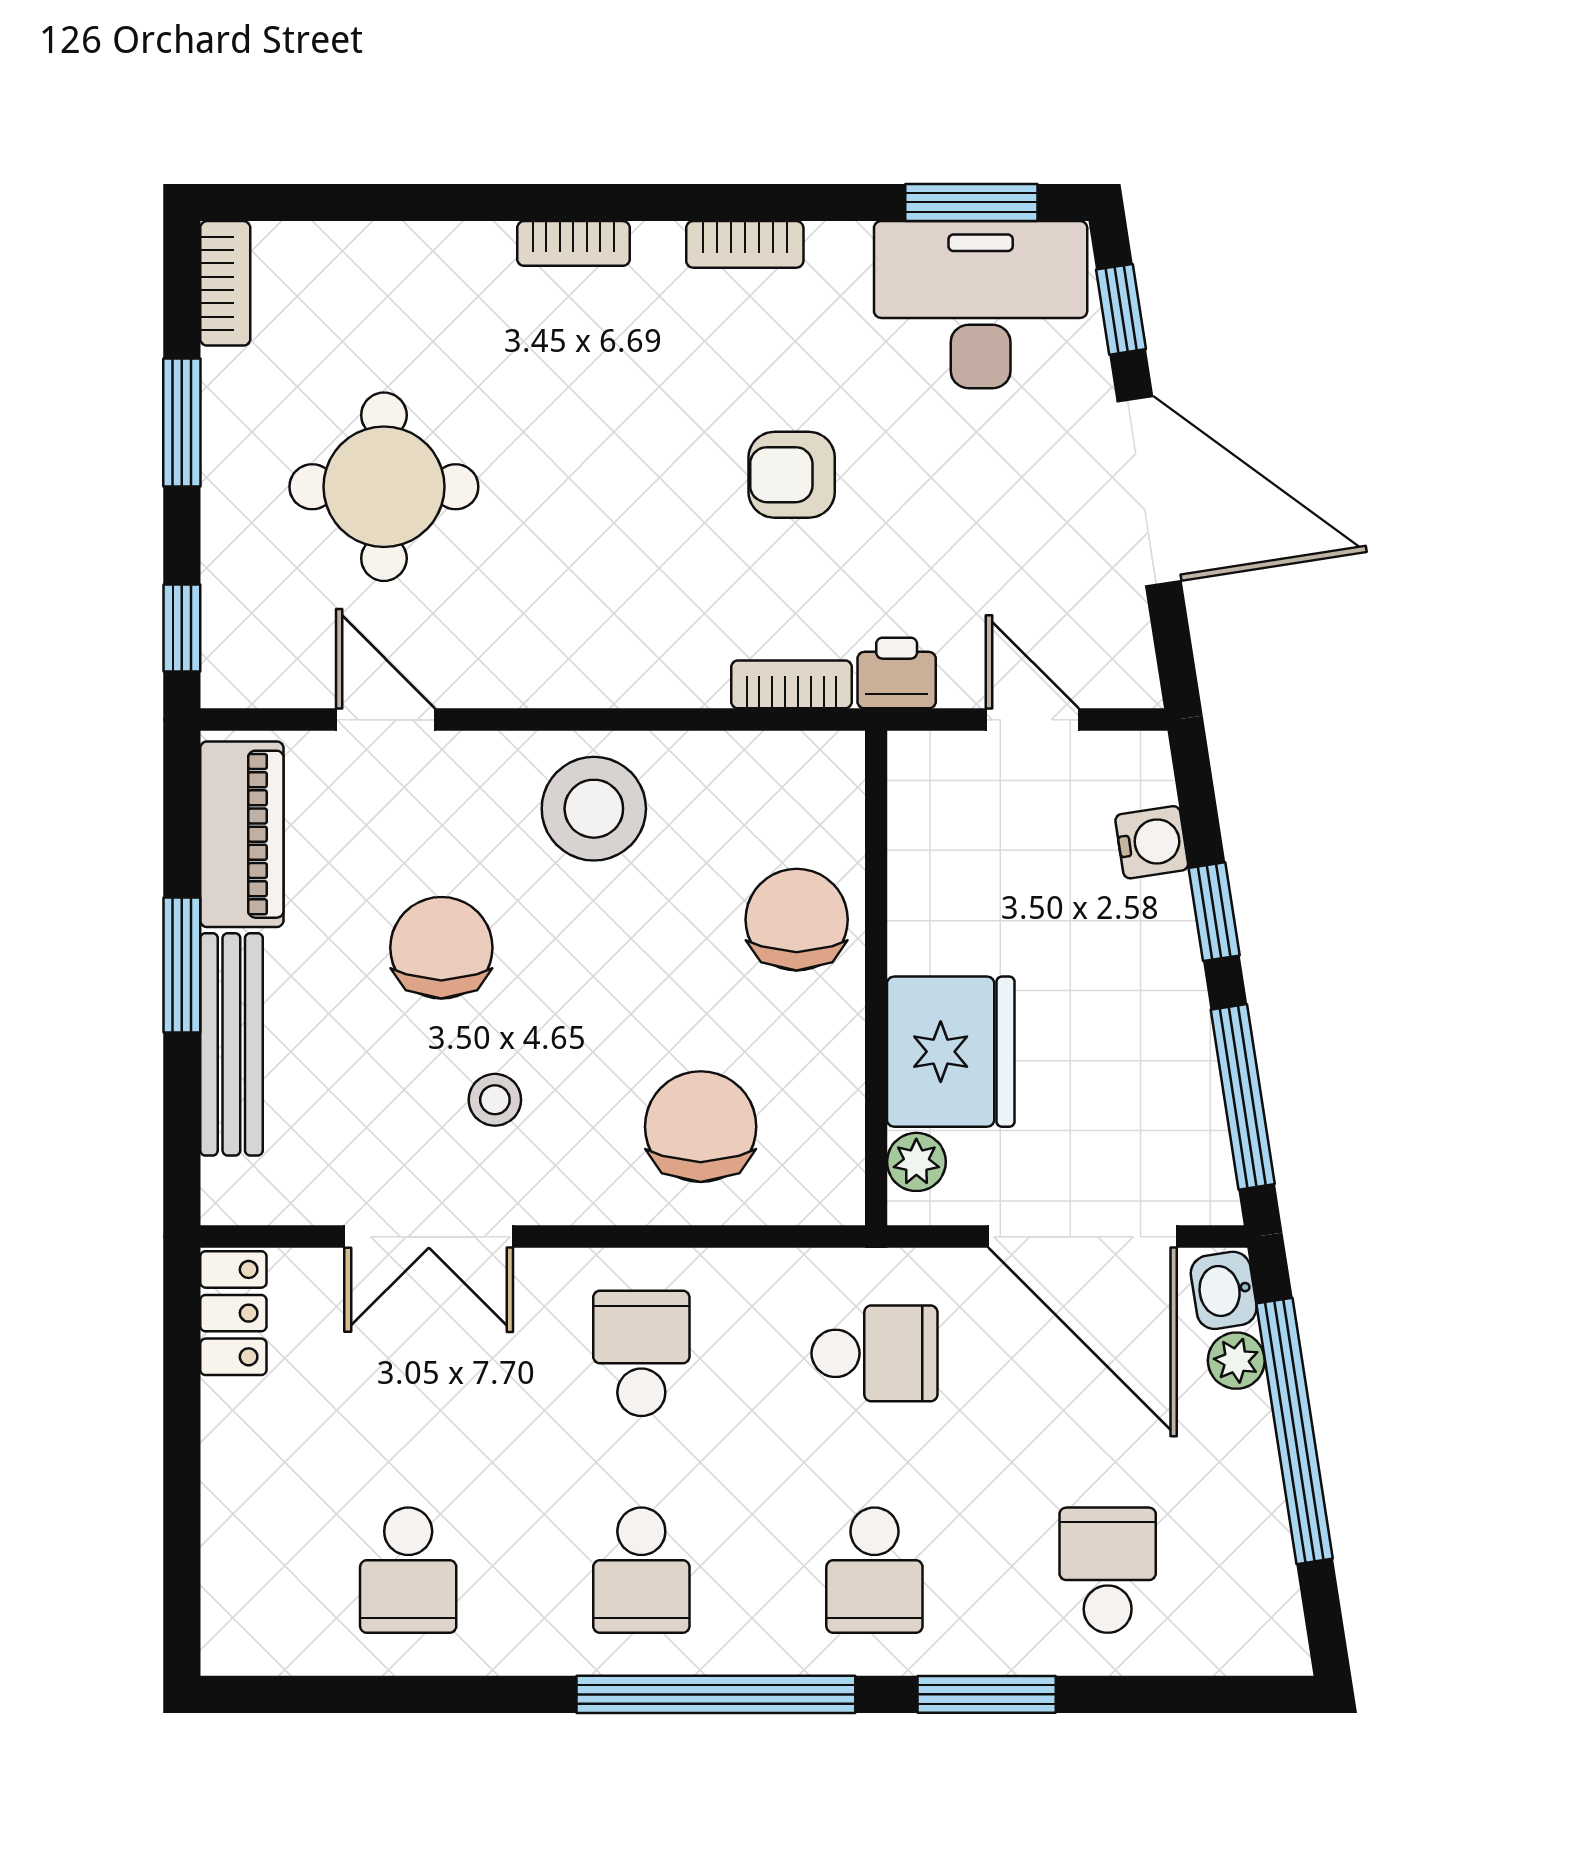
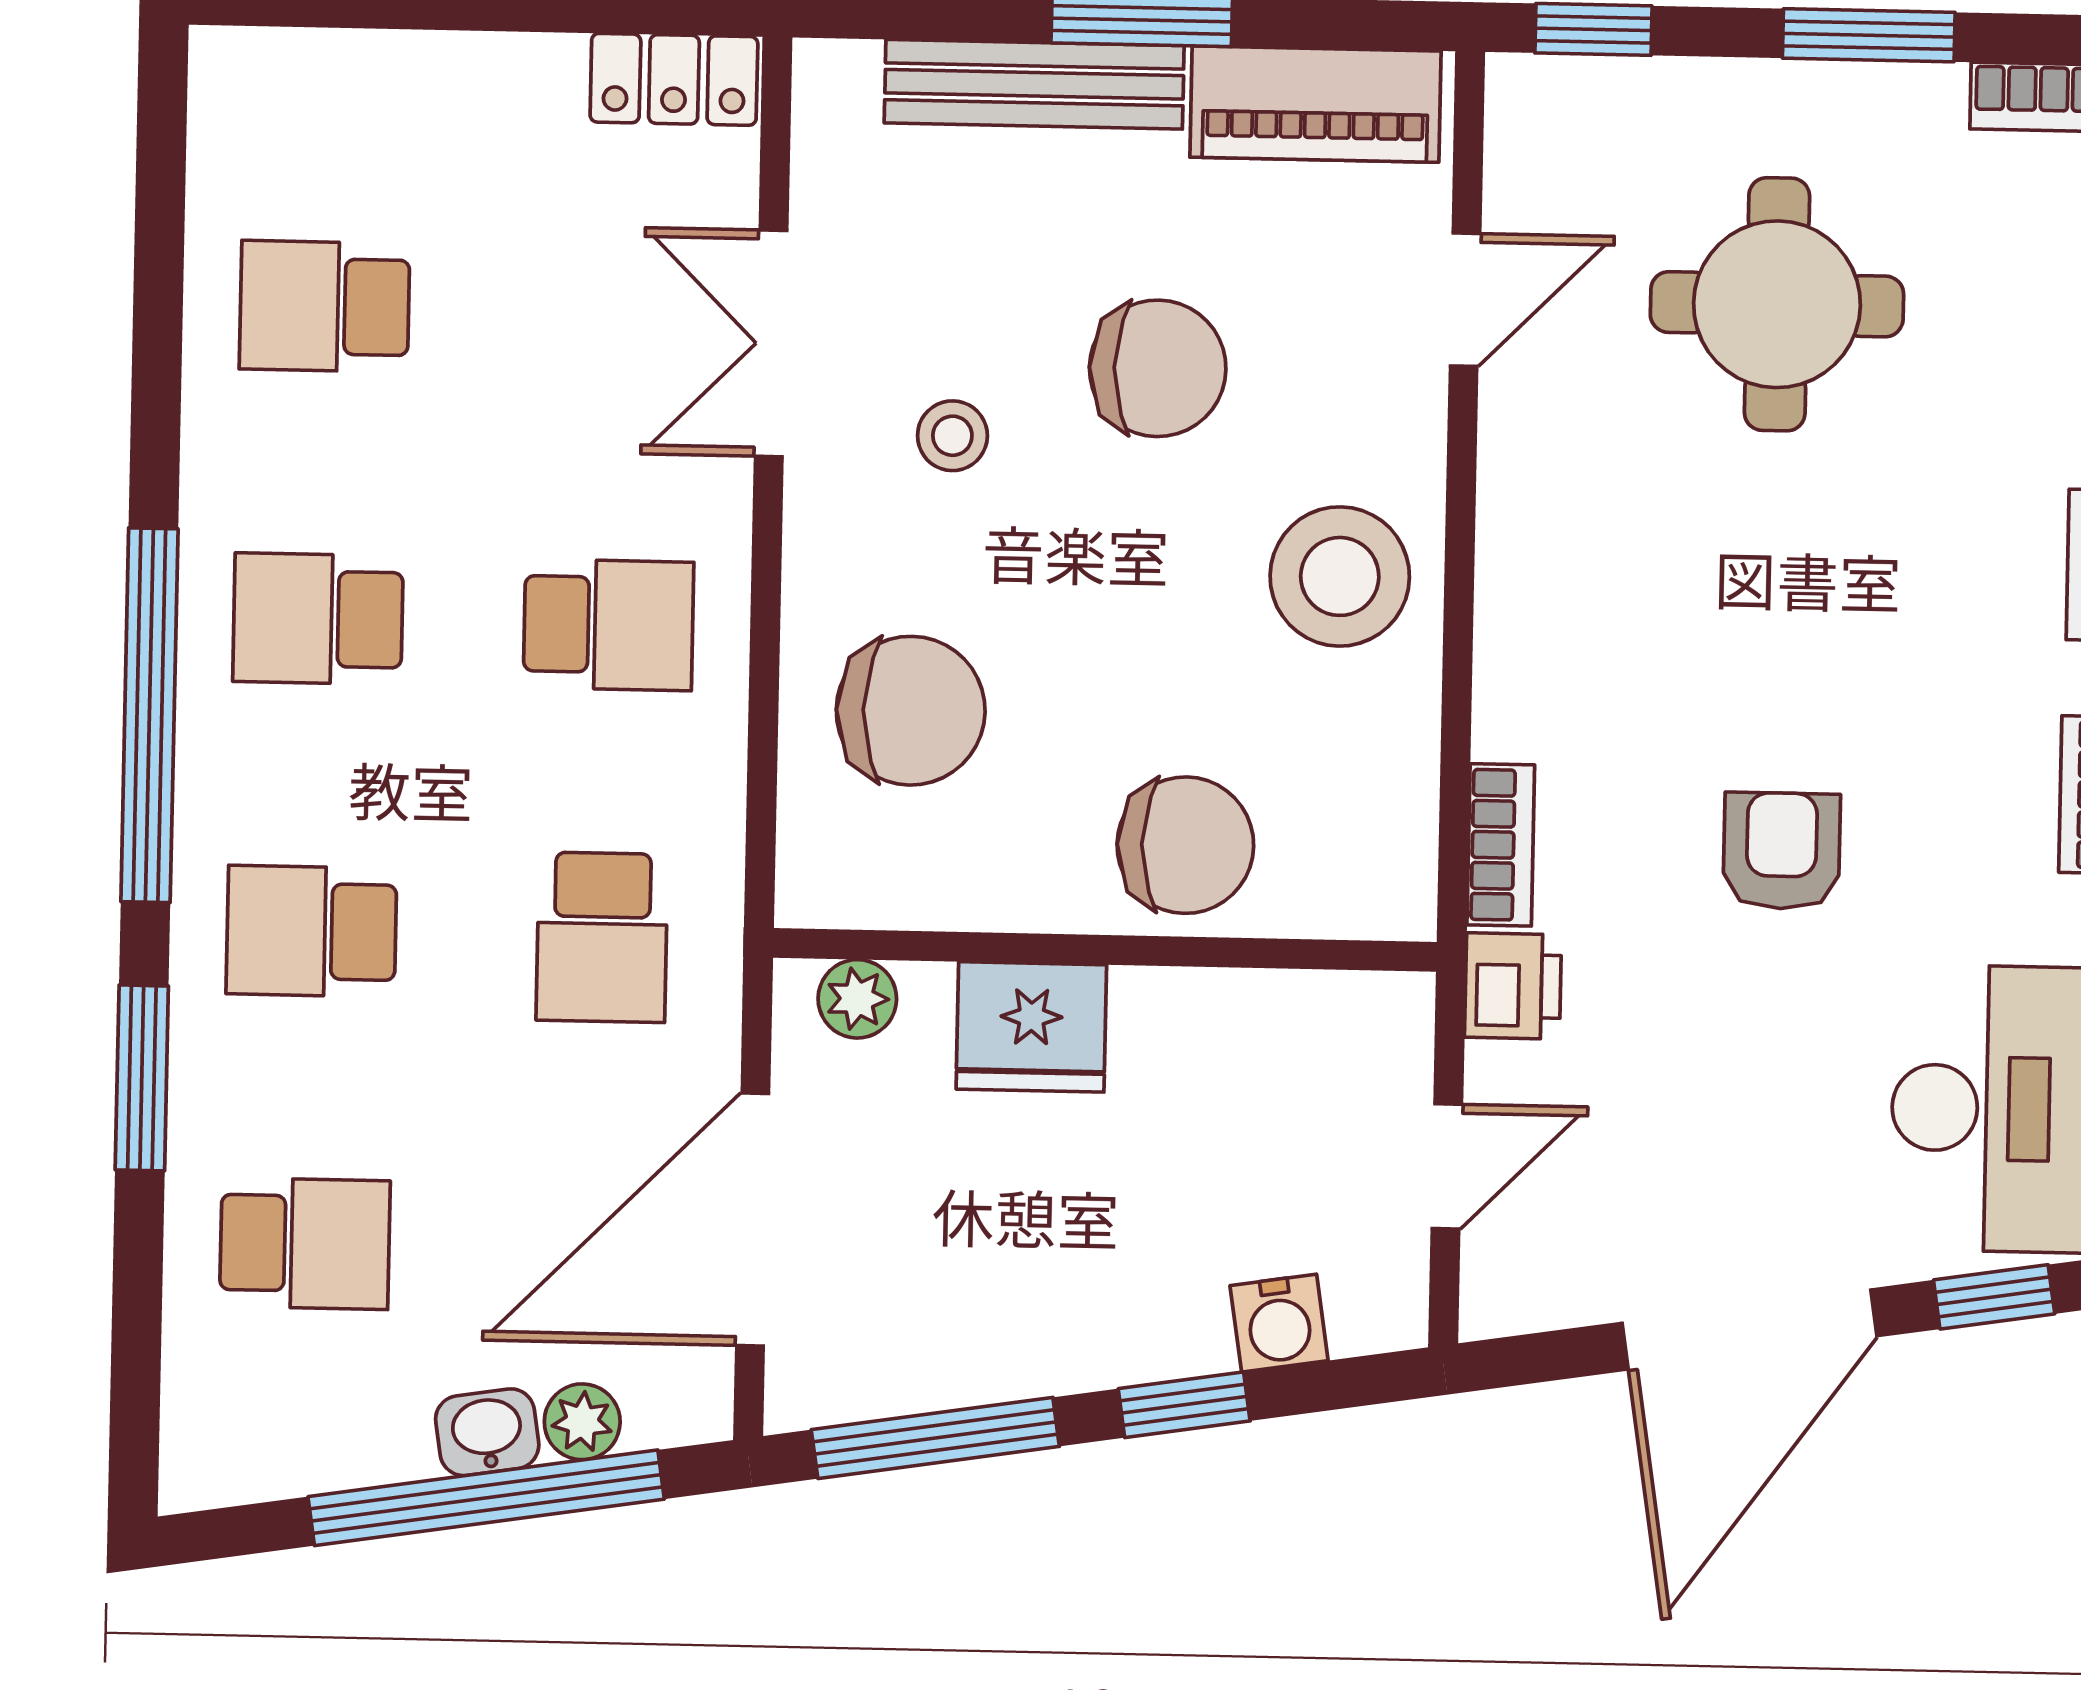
fridge: (951, 1052) -> (1031, 1027), width x0.73, depth x0.75
washbasin: (1224, 1290) -> (487, 1432), moved

